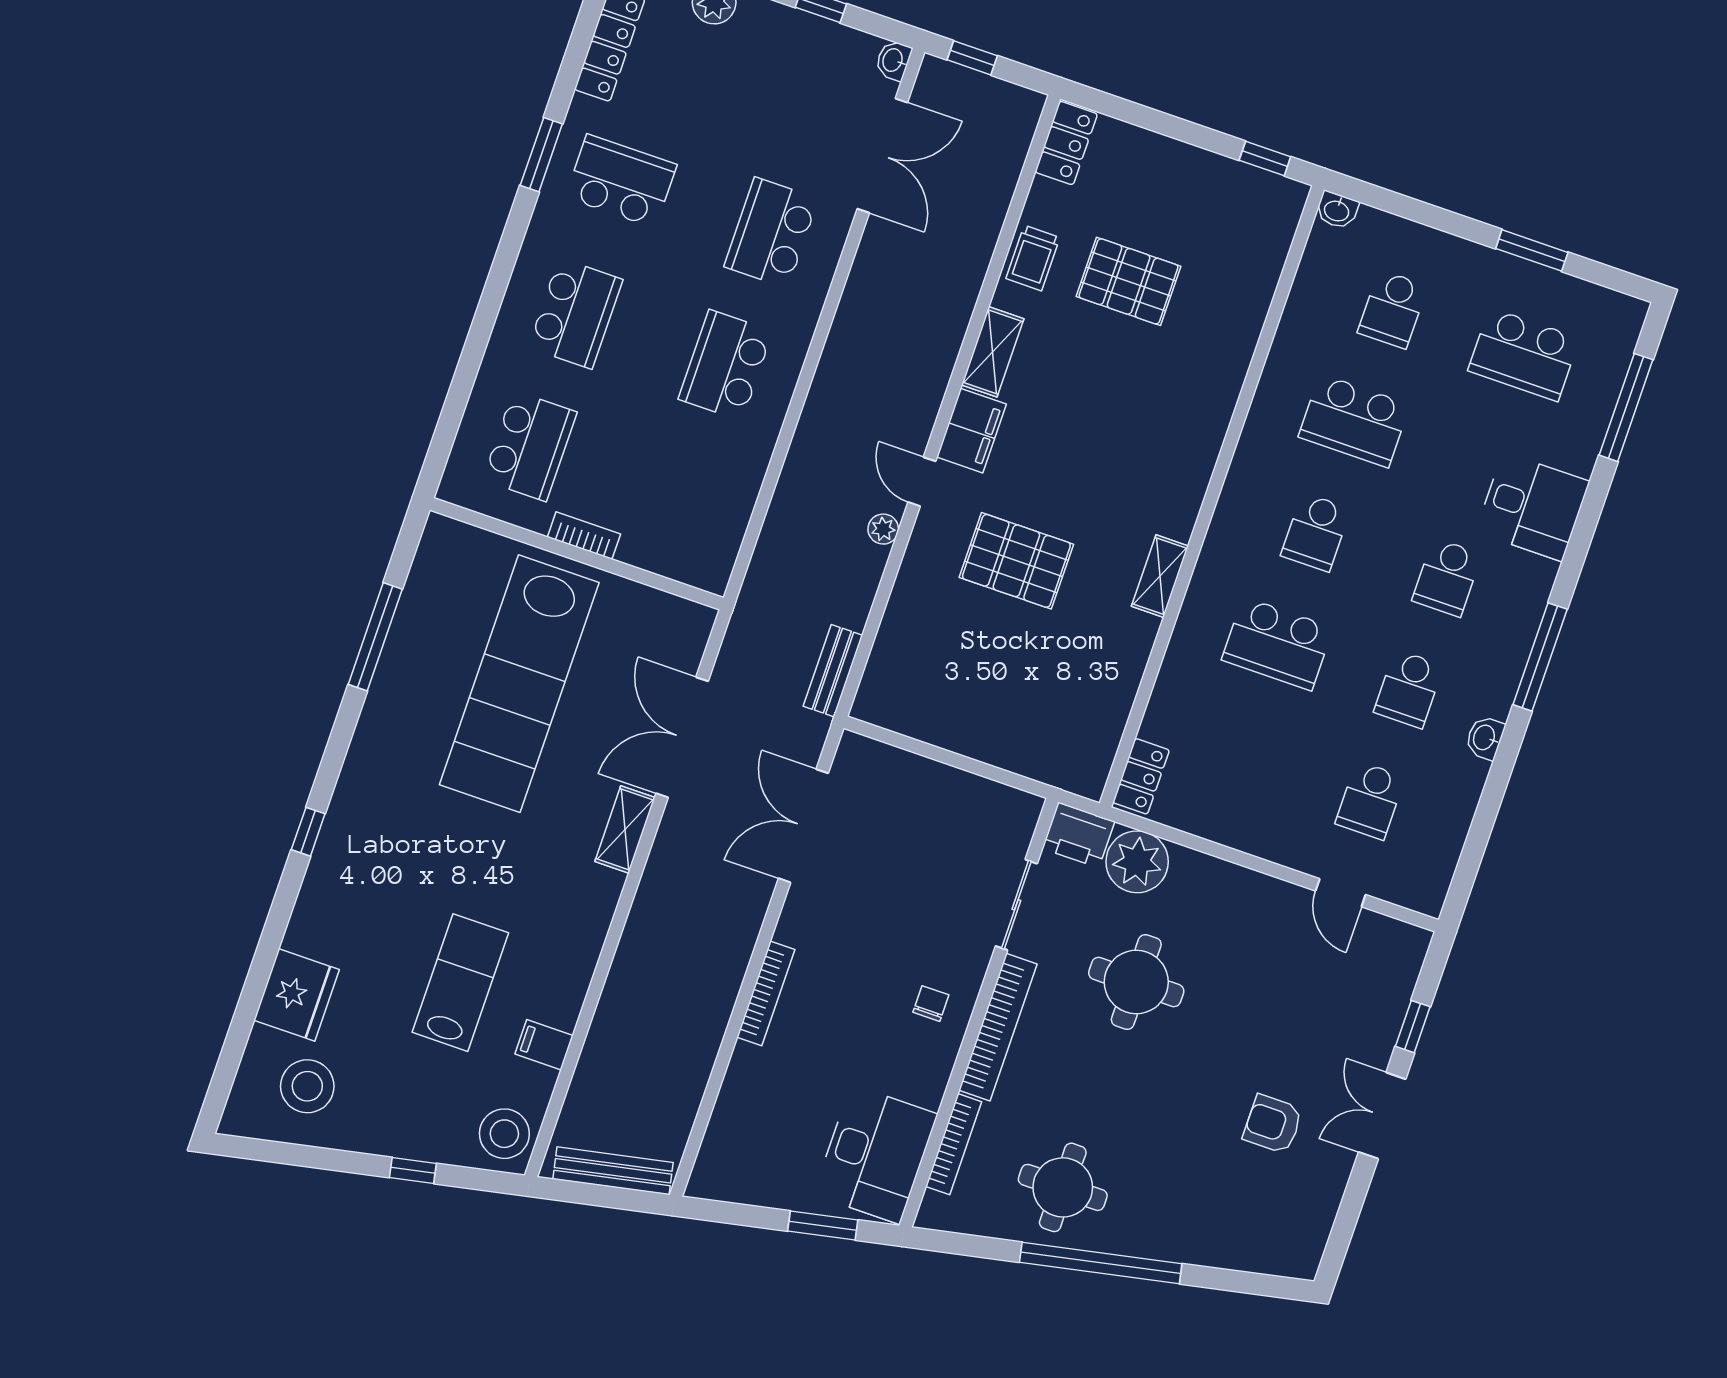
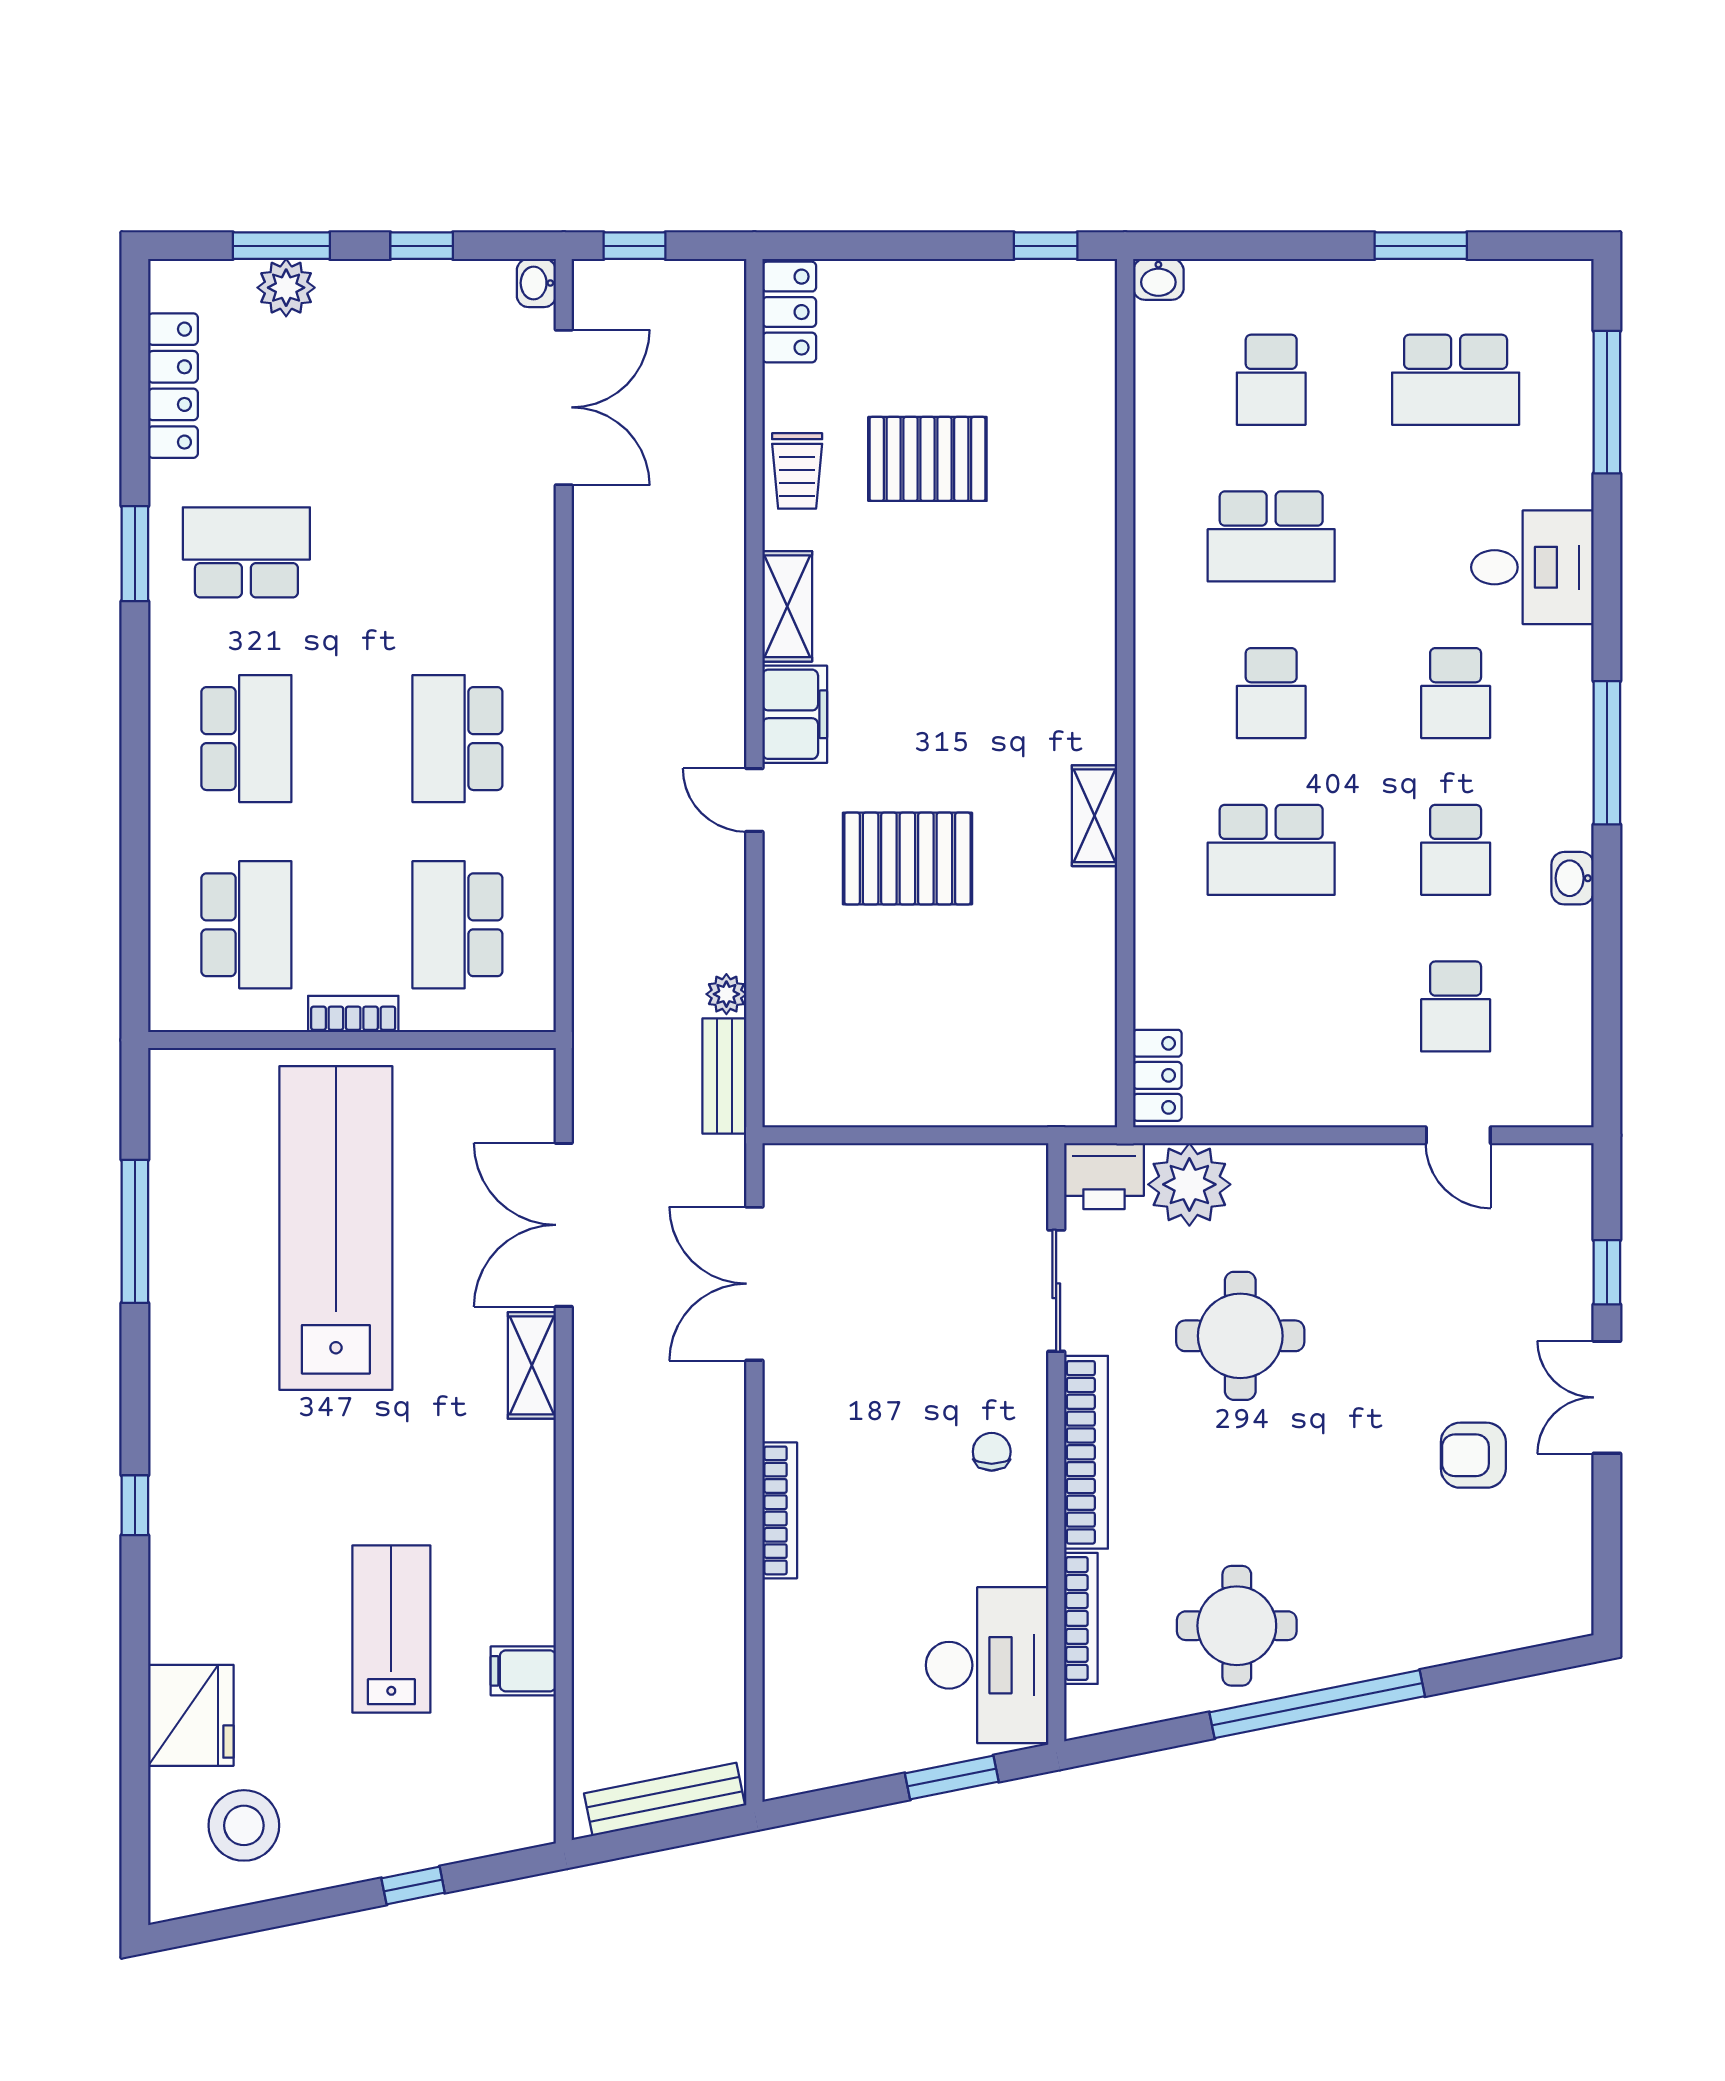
school desk: (771, 233) -> (457, 925), moved
plant: (883, 529) -> (726, 994), moved
lab bench: (519, 684) -> (336, 1228), turned 180
stool: (504, 1134) -> (512, 1800), removed

